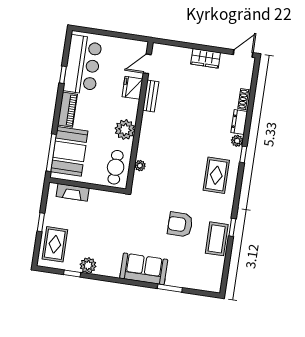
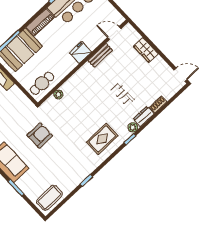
wardrobe: (206, 58) -> (146, 50), moved
fridge: (132, 88) -> (80, 52), moved
plant: (125, 130) -> (67, 64), removed
armchair: (180, 224) -> (40, 135), moved, turned 90
coffee table: (217, 239) -> (50, 198), moved

